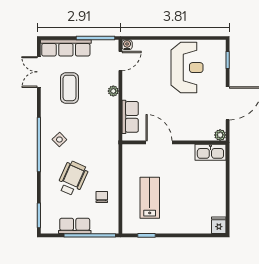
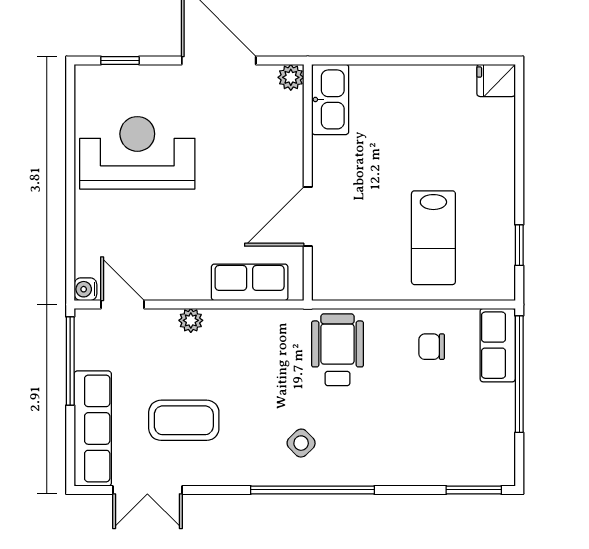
wheelchair: (73, 178) -> (337, 350), moved, turned 66
lab bench: (150, 198) -> (433, 238), turned -90
row of seats: (75, 226) -> (498, 345), moved

